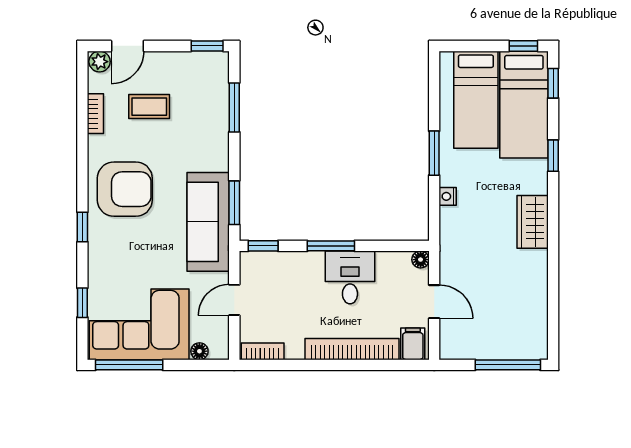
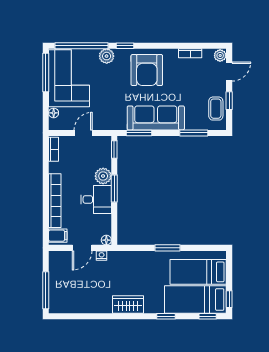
door: (127, 46) -> (229, 72), swing flipped
window: (207, 46) -> (229, 101), moved
coffee table: (149, 107) -> (216, 109), moved
nightstand: (448, 196) -> (102, 256), moved
sofa: (208, 222) -> (156, 118), moved
plant: (100, 259) -> (107, 56), added
plant: (309, 265) -> (103, 176), added
door: (234, 300) -> (83, 133), hinge flipped
window: (82, 303) -> (82, 46), width x3.17

